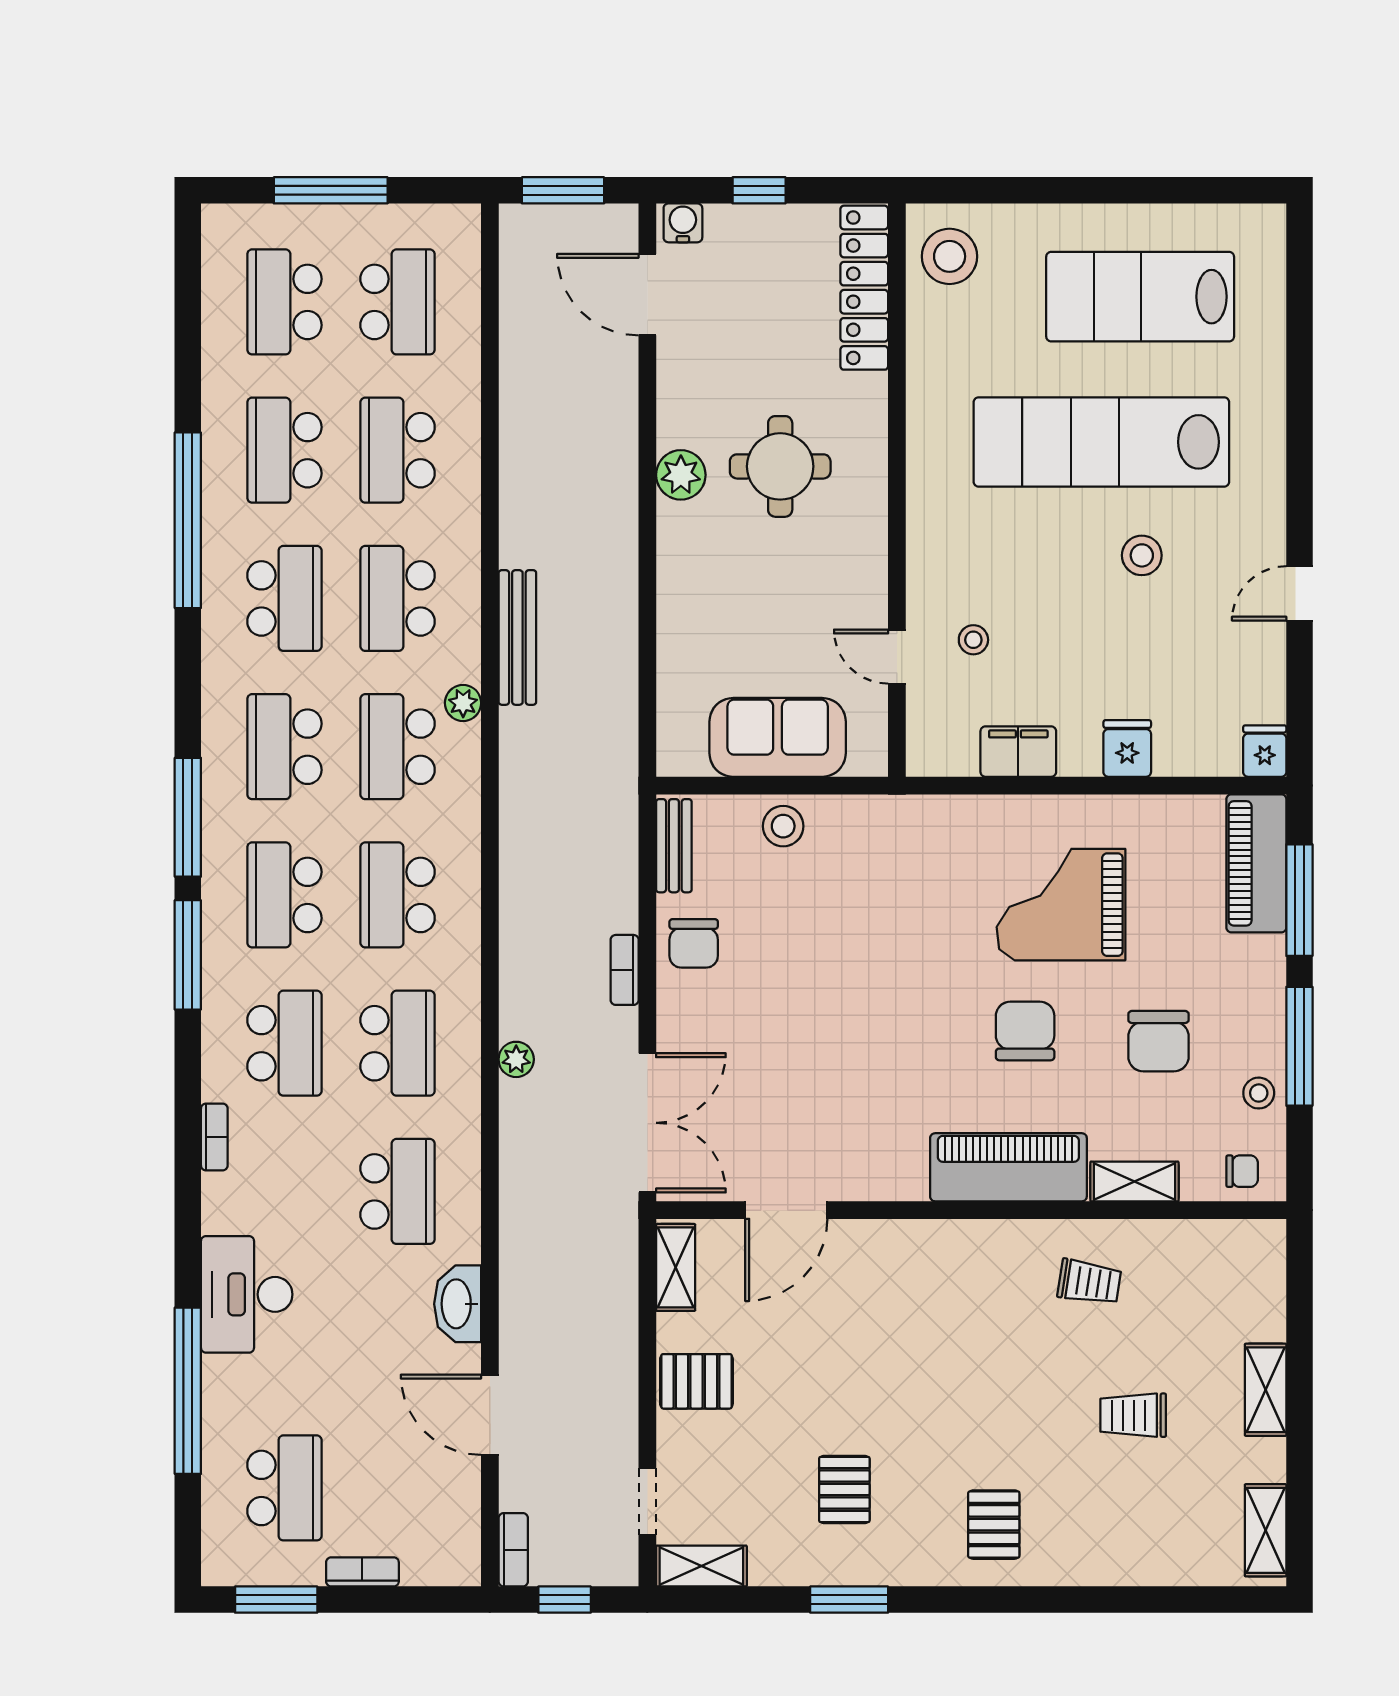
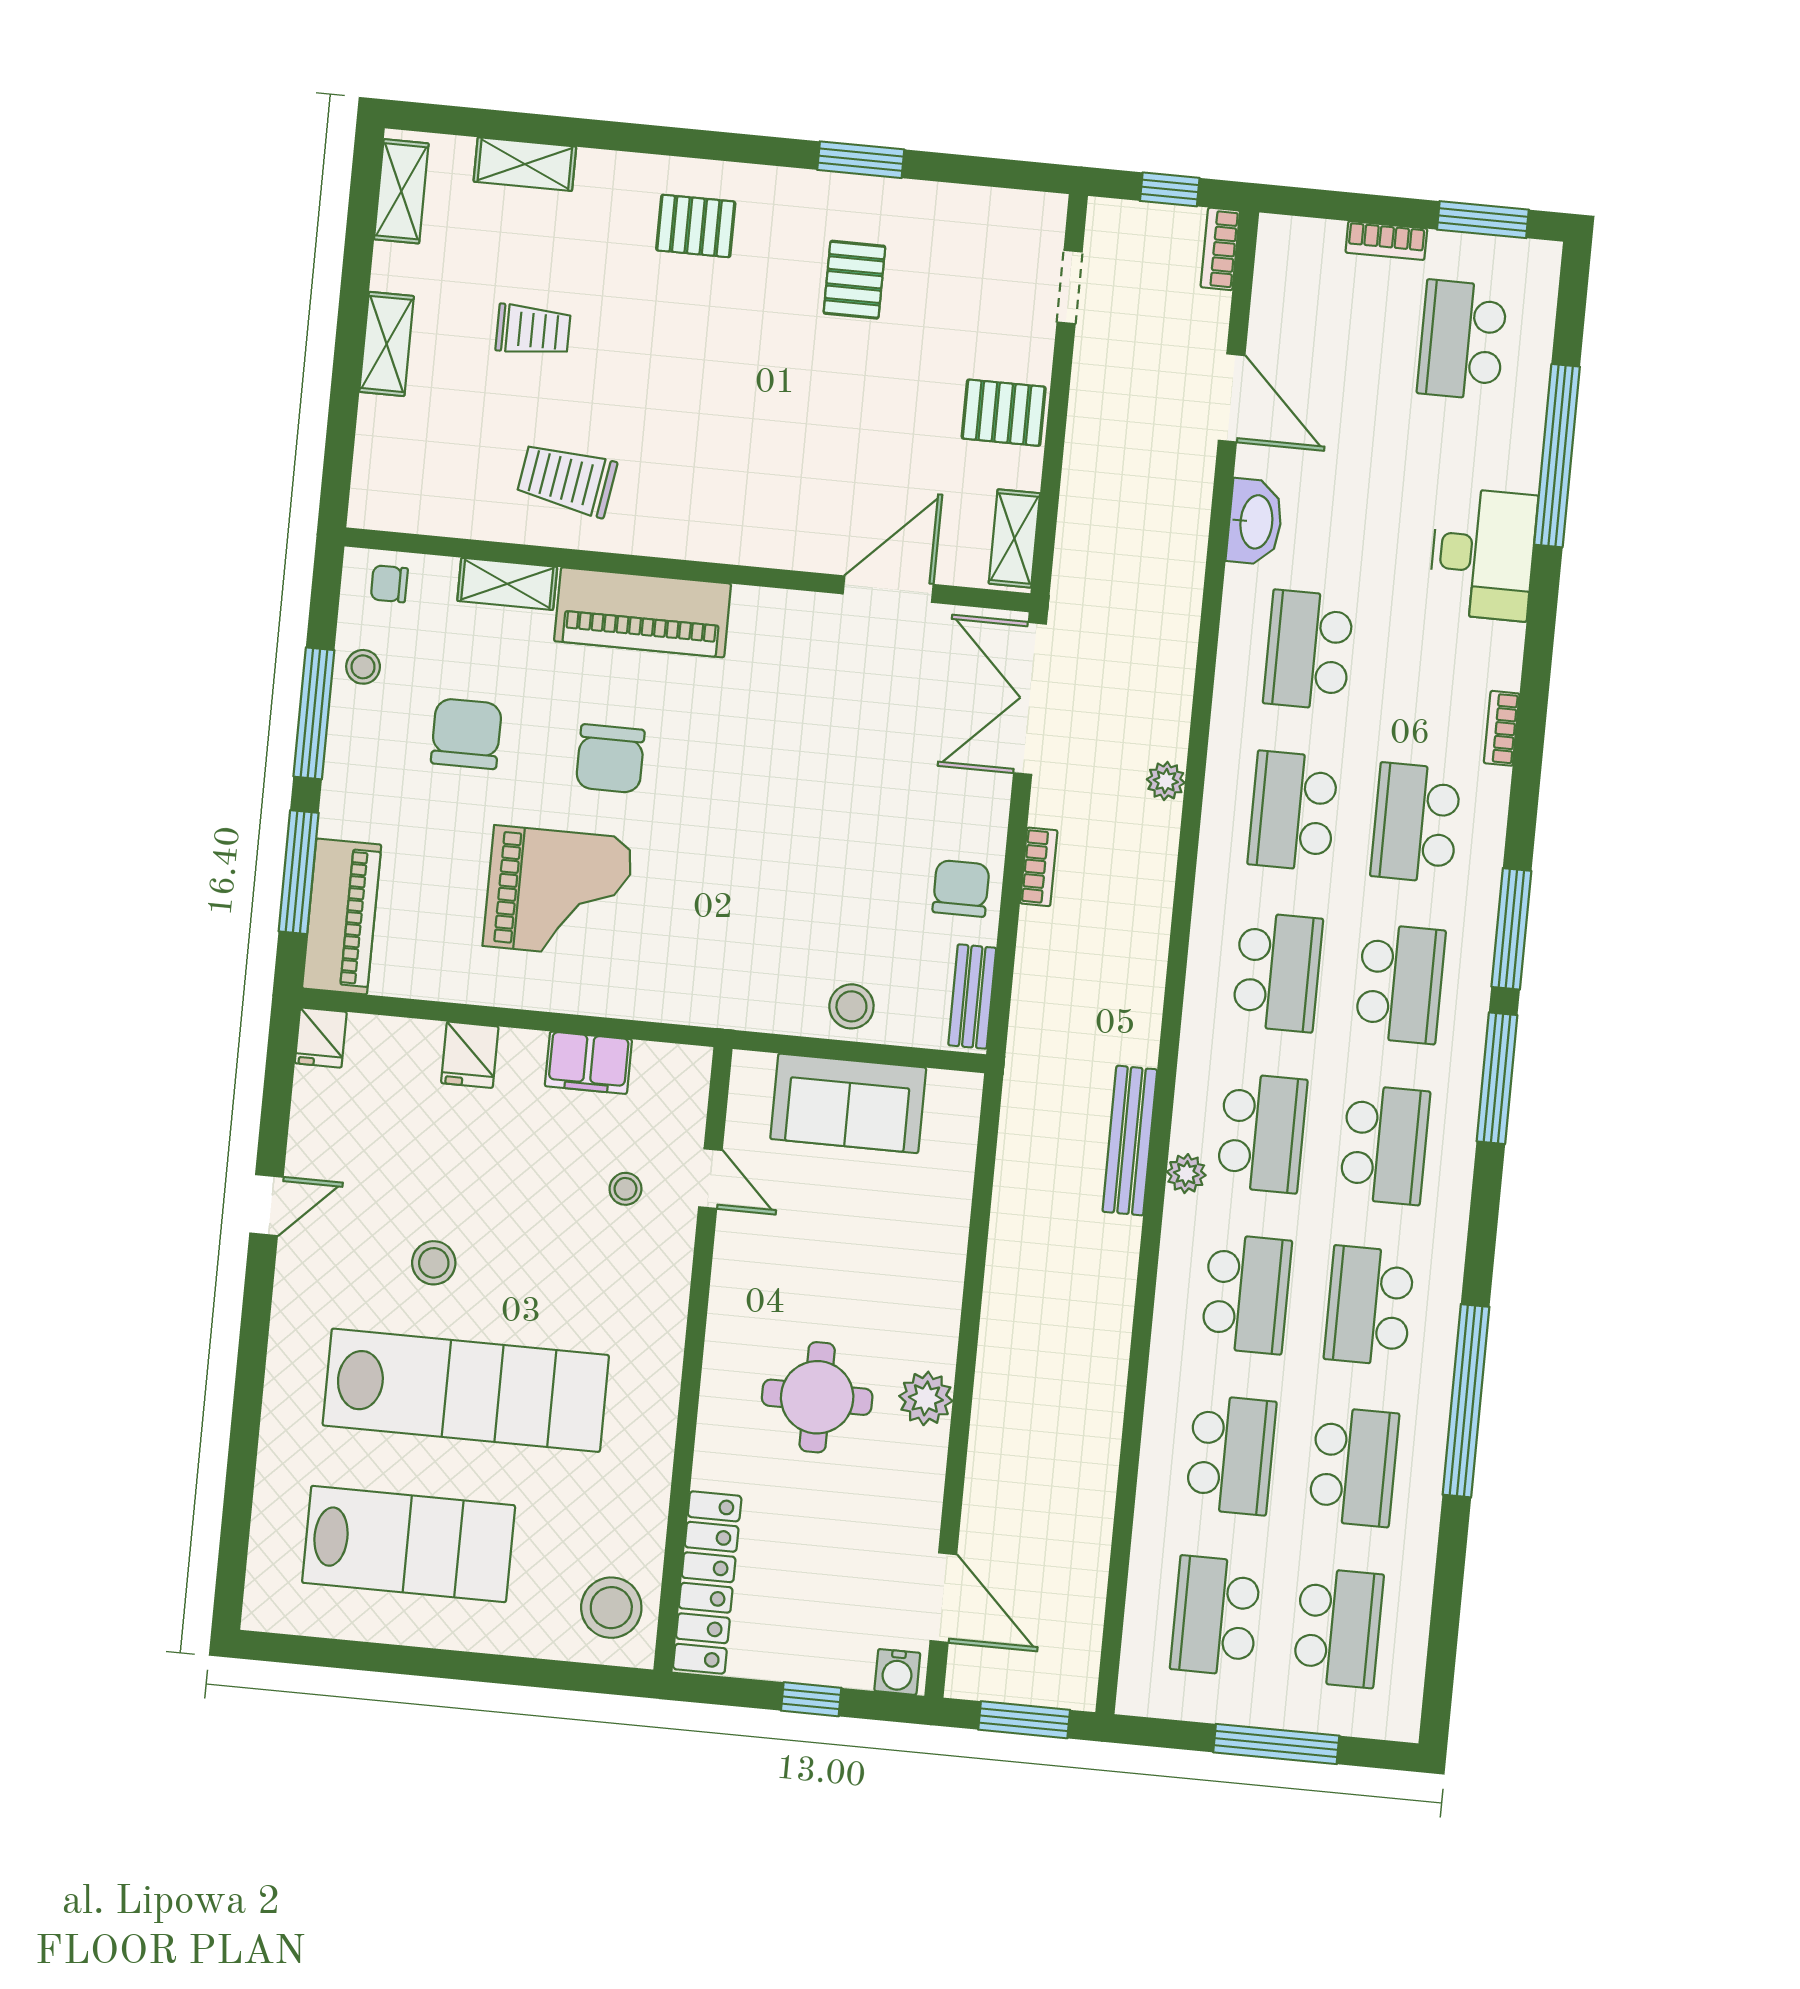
bench: (517, 637) -> (1130, 1141), moved
trolley: (1089, 1282) -> (567, 479), width x1.36, depth x1.39
pallet: (994, 1525) -> (696, 226), turned 90
shelving: (701, 1566) -> (525, 164), moved

